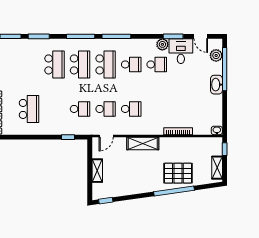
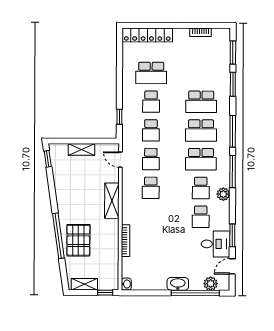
plant: (162, 44) -> (223, 194), moved
school desk: (55, 109) -> (151, 102), added

